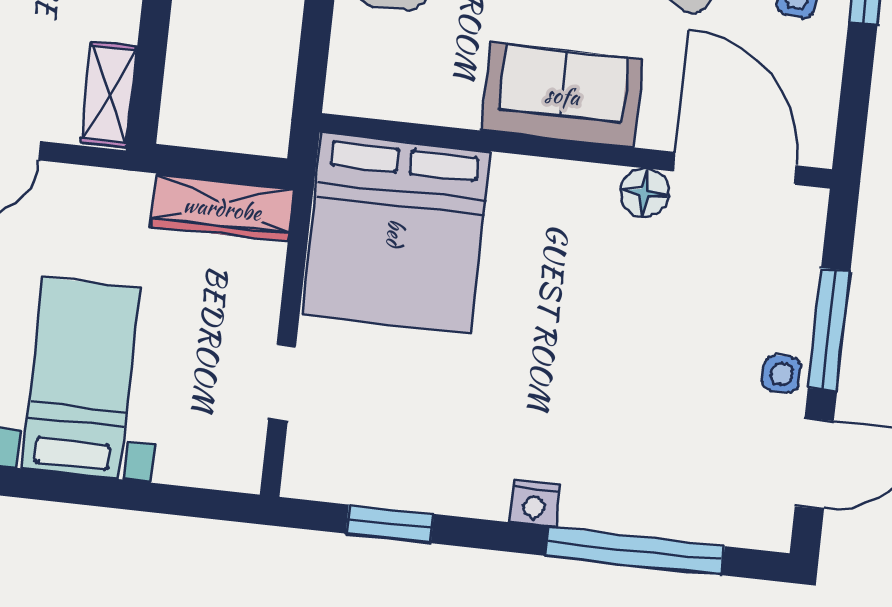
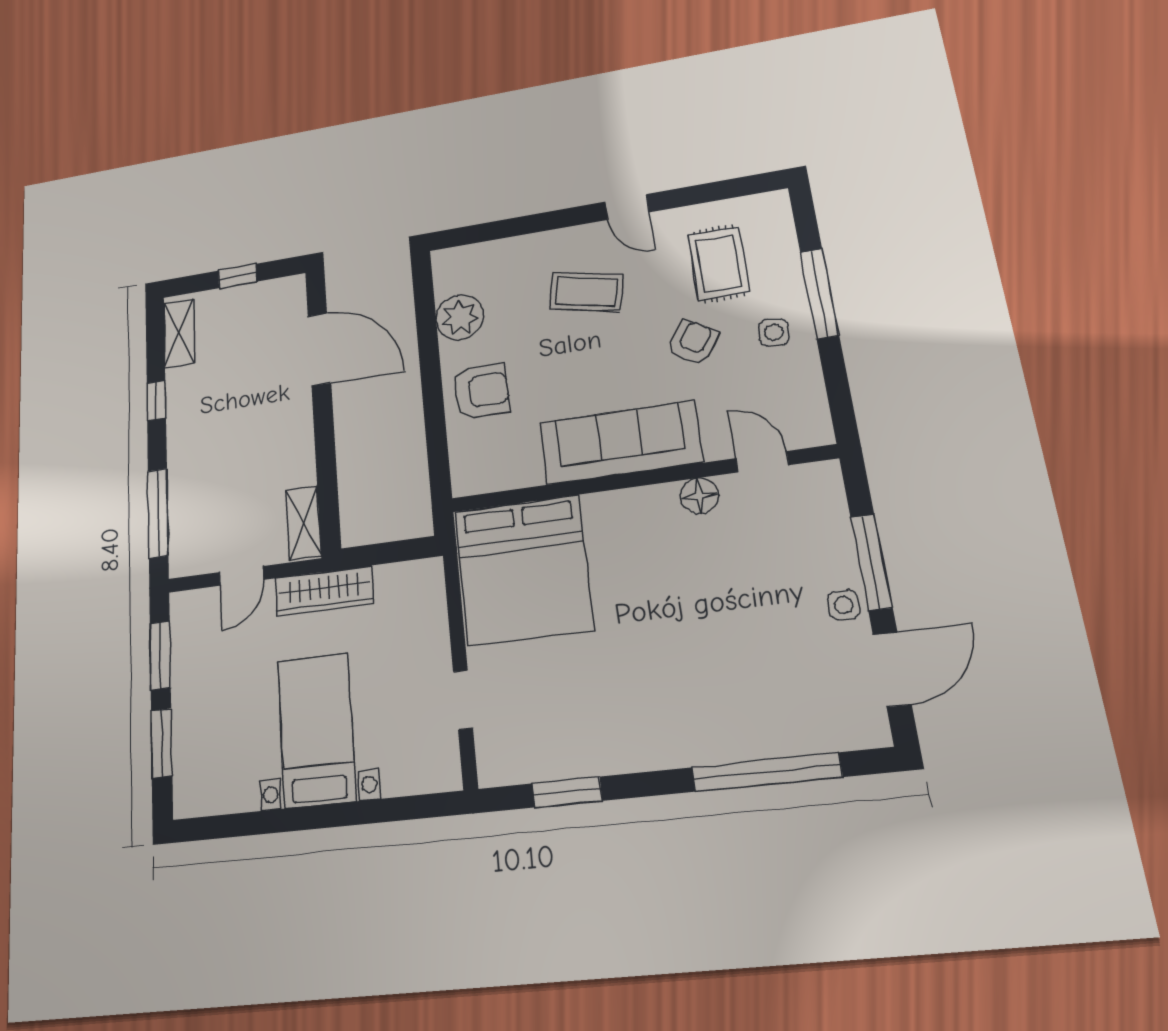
sofa: (562, 95) -> (621, 443), width x1.36
door: (735, 168) -> (762, 462), width x0.53
wardrobe: (222, 208) -> (324, 591), moved
nightstand: (534, 504) -> (676, 751), removed

